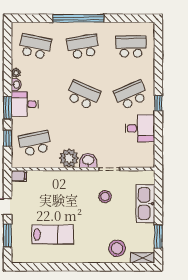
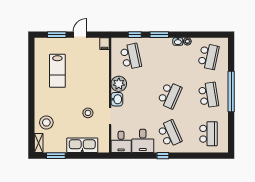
desk: (25, 104) -> (121, 142), moved, turned 180

